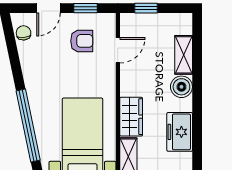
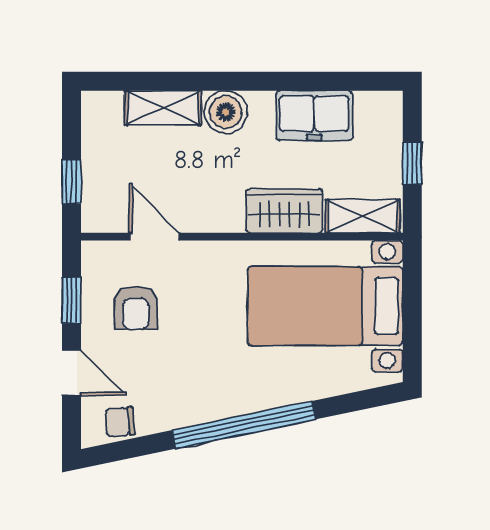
armchair: (82, 41) -> (136, 308), turned 180
window: (28, 126) -> (244, 425), moved

